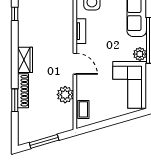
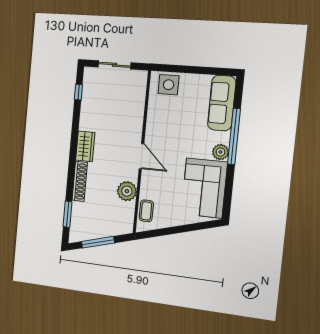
tv unit: (81, 31) -> (152, 118), removed
window: (15, 100) -> (68, 214), moved

